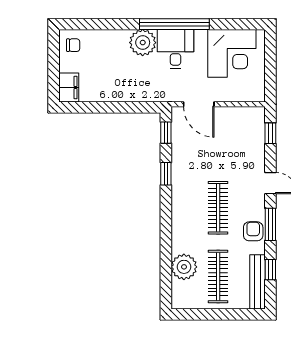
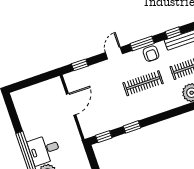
corner desk: (232, 53) -> (34, 110), removed
door: (199, 104) -> (71, 104), moved
armchair: (253, 231) -> (151, 54), turned -90

